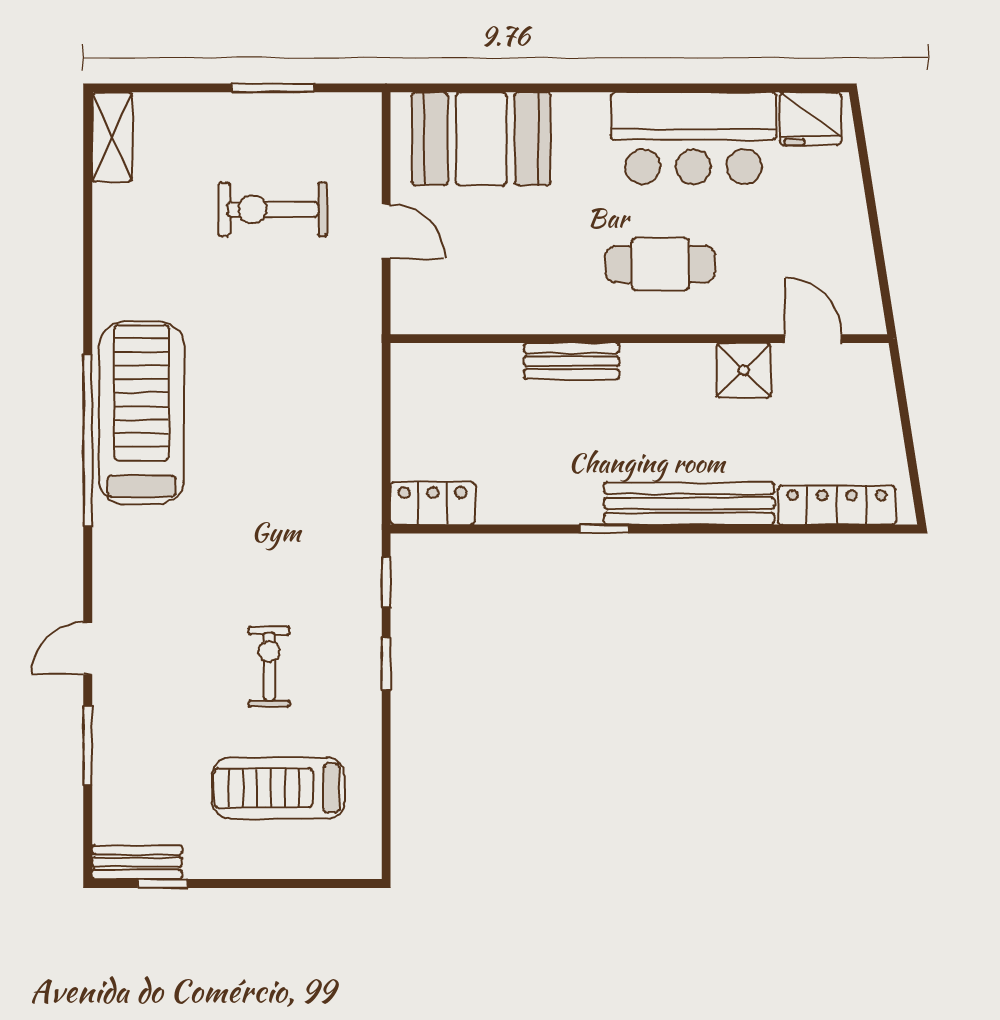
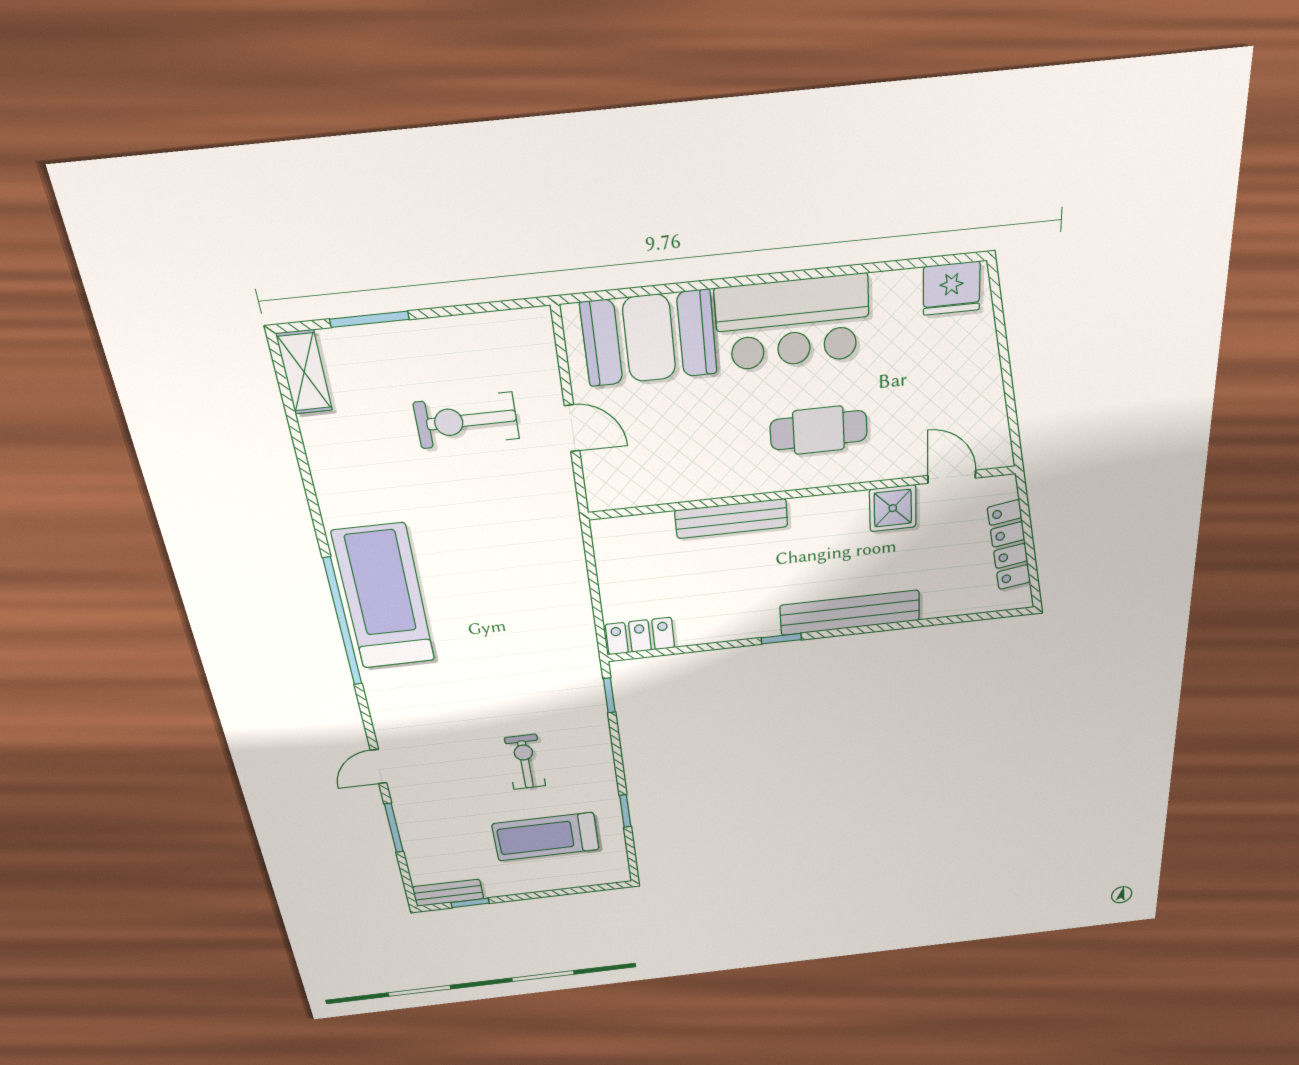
window: (273, 88) -> (369, 319), moved
bar counter: (693, 138) -> (793, 323), moved
bench: (572, 361) -> (731, 519), width x1.36
locker: (837, 505) -> (1009, 545), moved, turned -99
window: (386, 664) -> (625, 811), moved

